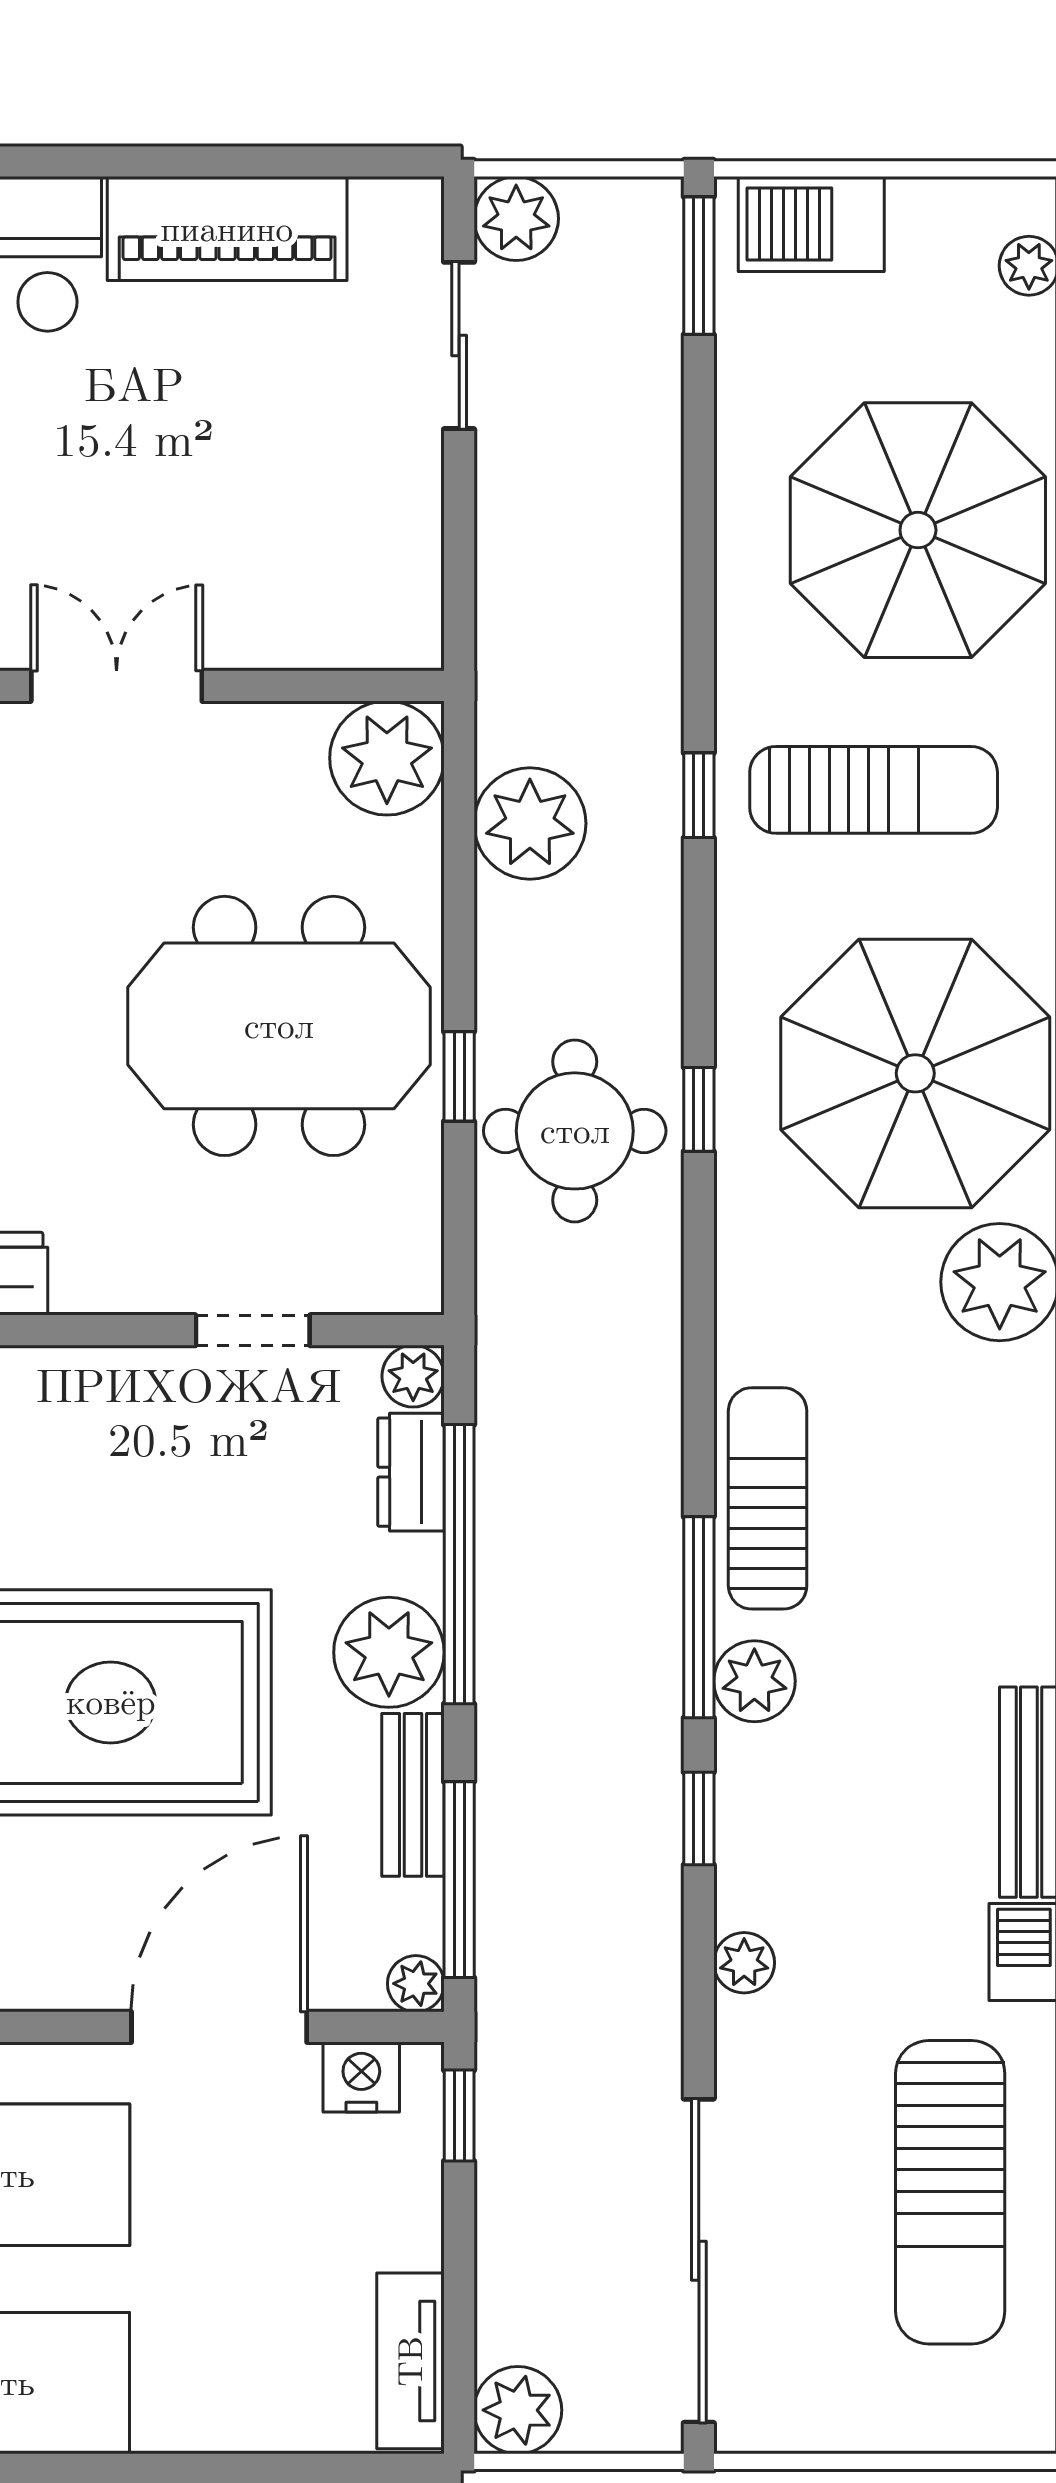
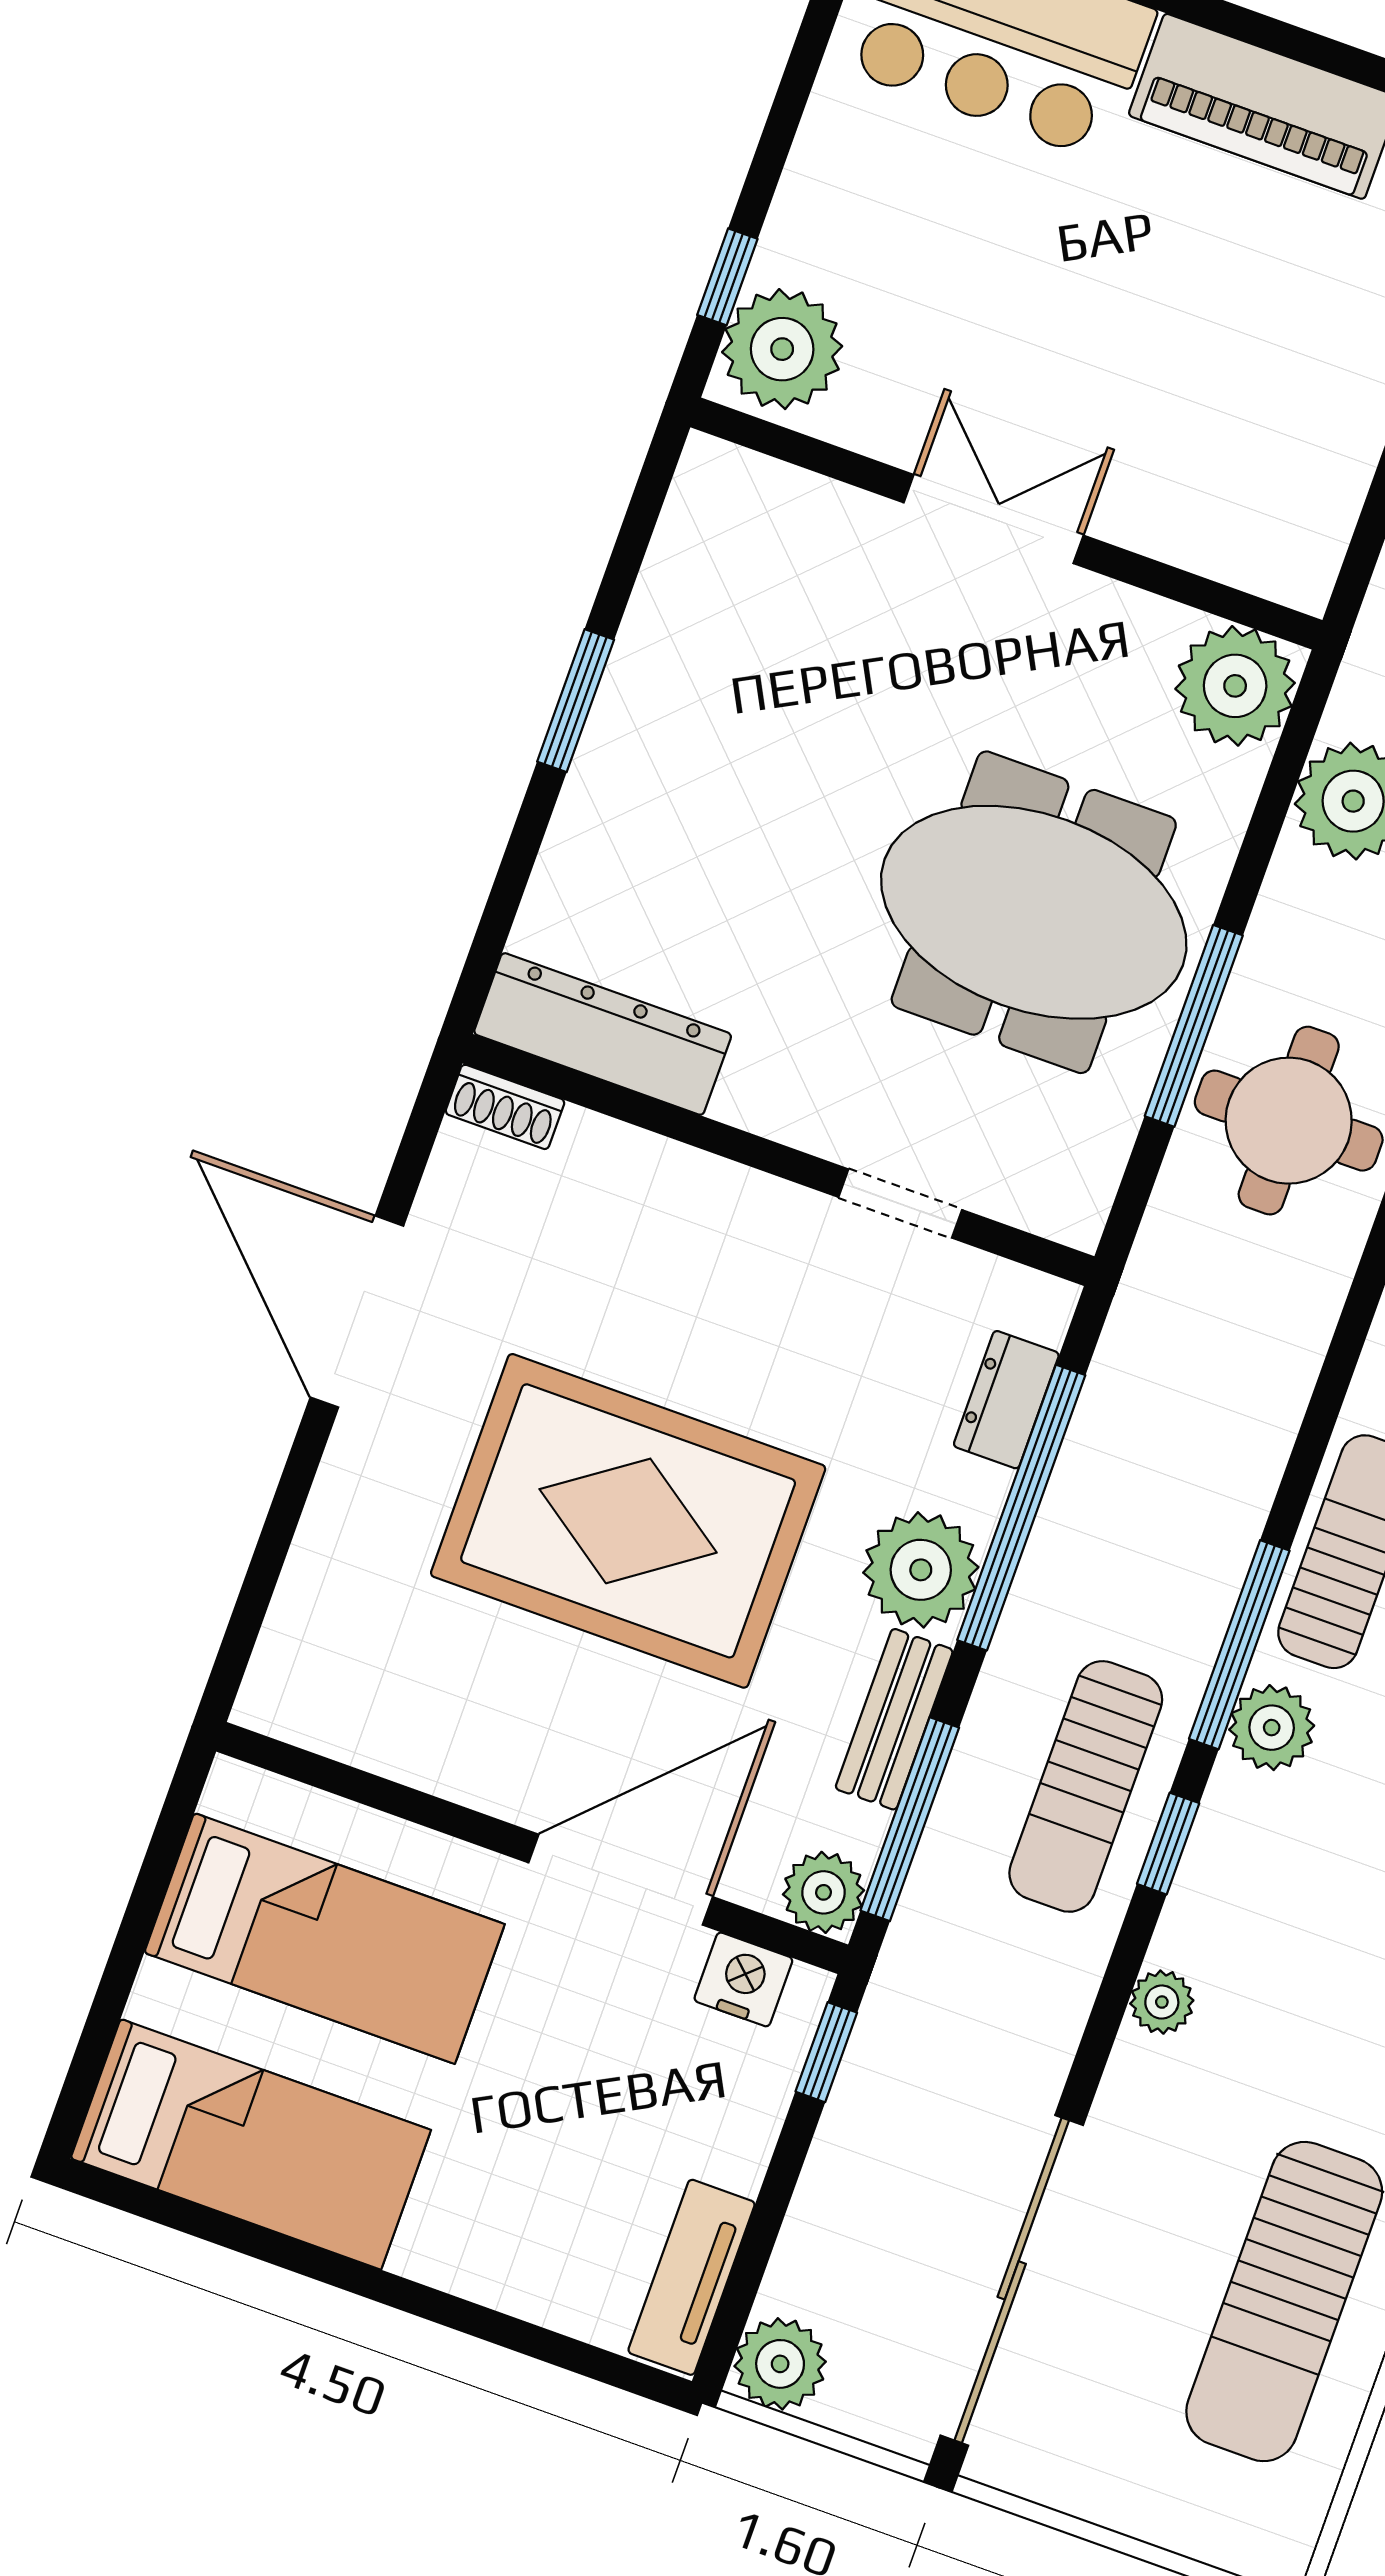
window: (459, 1076) -> (1194, 1026), width x2.17
plant: (413, 1376) -> (1042, 1306), removed
sun lounger: (607, 1794) -> (1086, 1786), added
plant: (416, 1984) -> (824, 1892), width x1.38, depth x1.38

